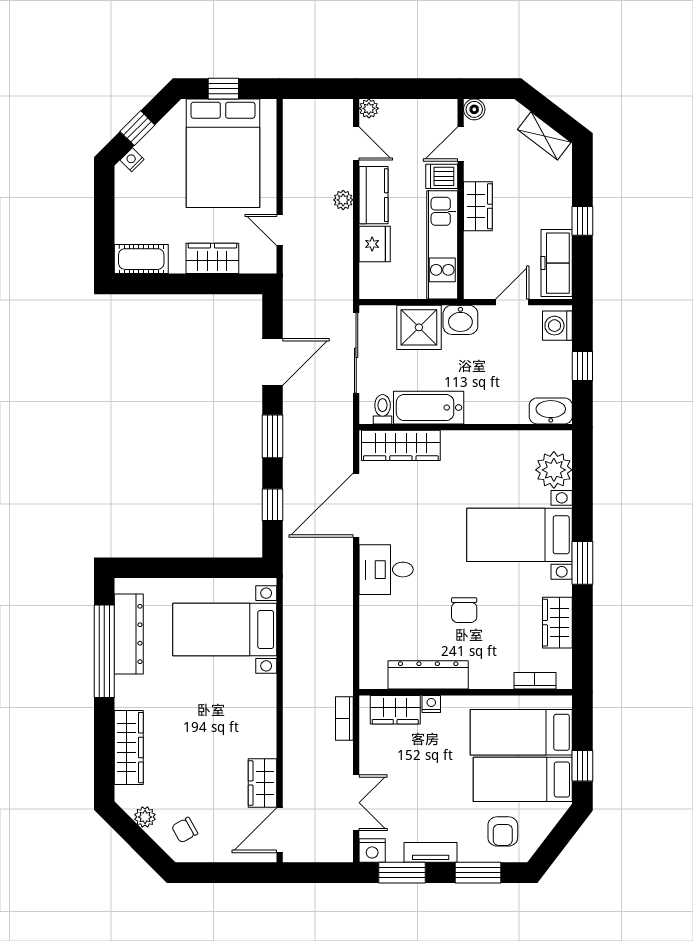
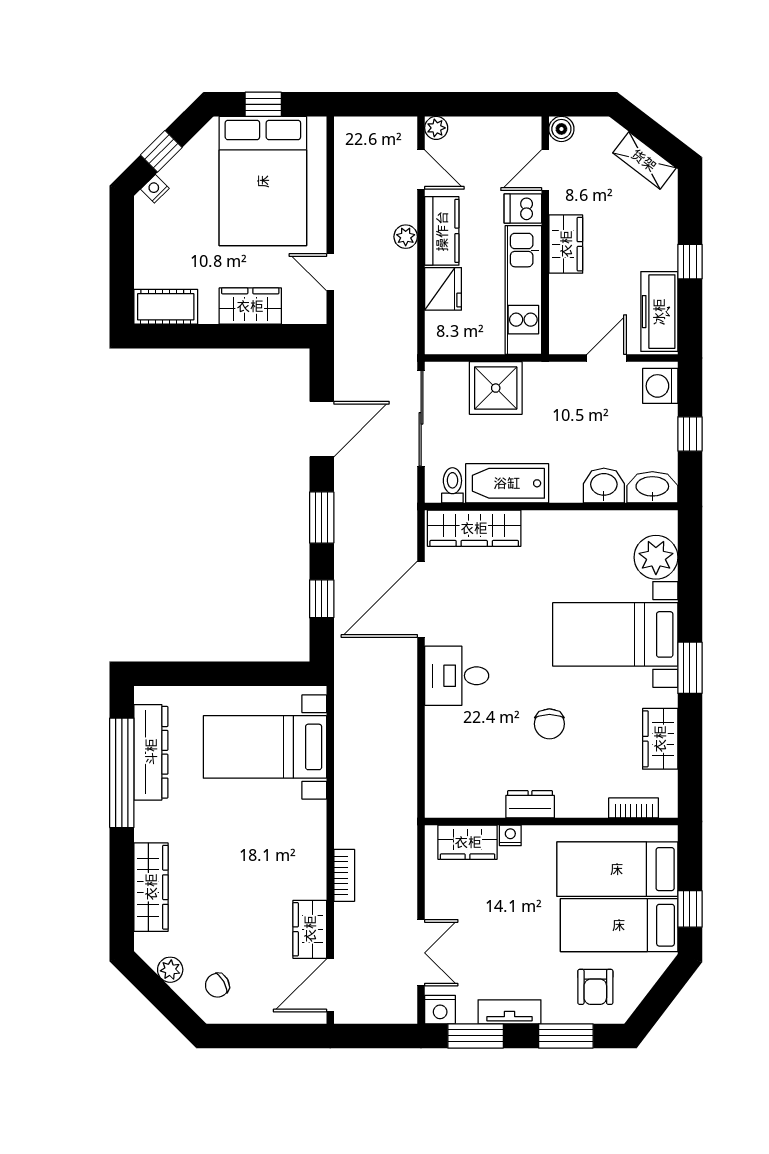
washbasin: (460, 320) -> (604, 485), moved, turned 180
dresser: (428, 675) -> (530, 804), width x0.51, depth x0.80
bookcase: (344, 719) -> (344, 875), moved, turned 180

